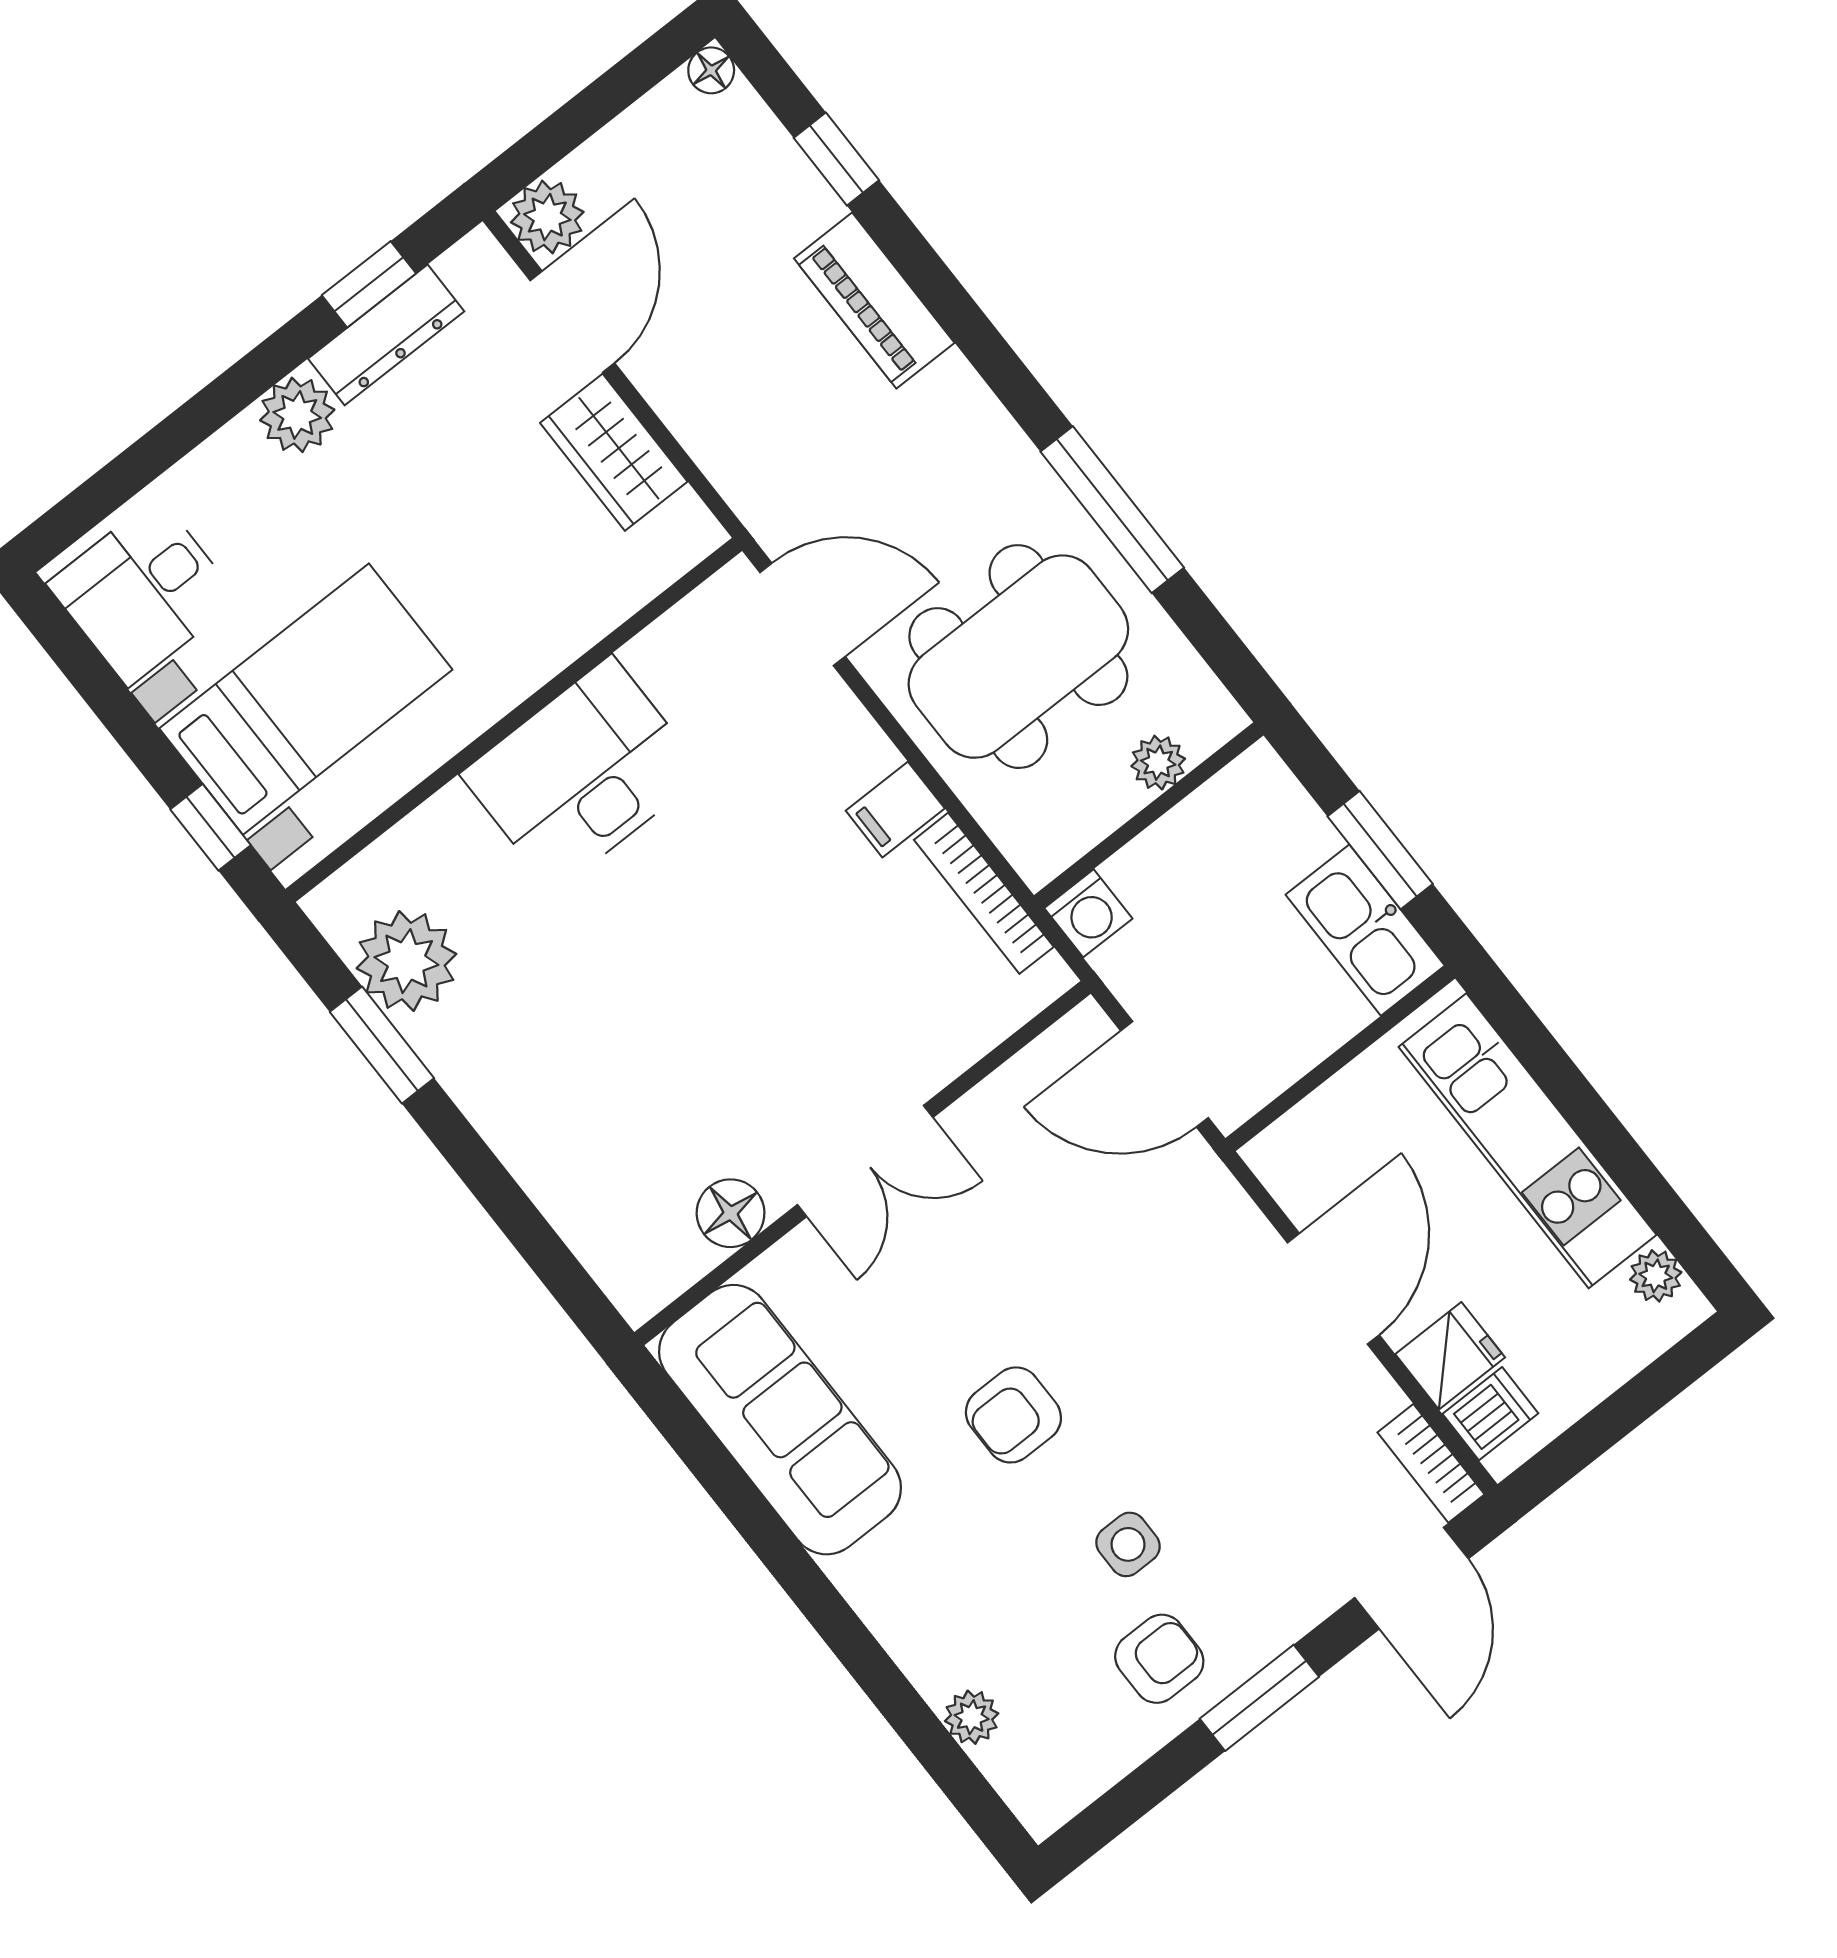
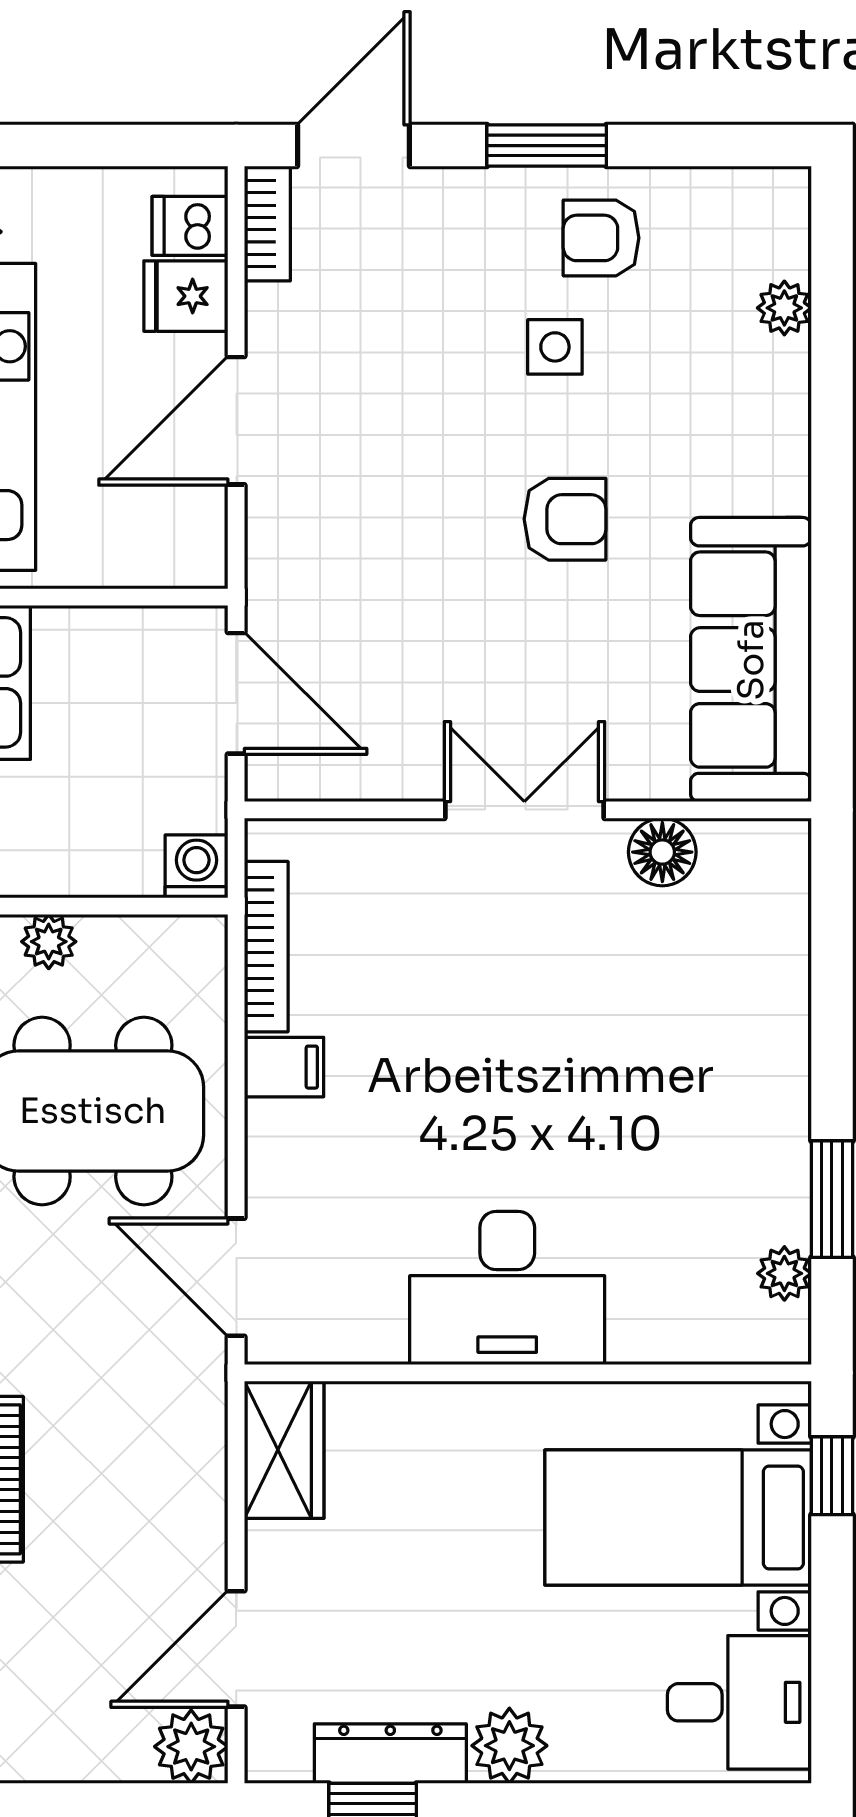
wardrobe: (614, 452) -> (284, 1450), moved
plant: (406, 961) -> (784, 1273), width x0.53, depth x0.53

